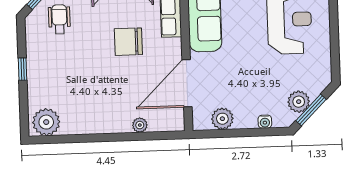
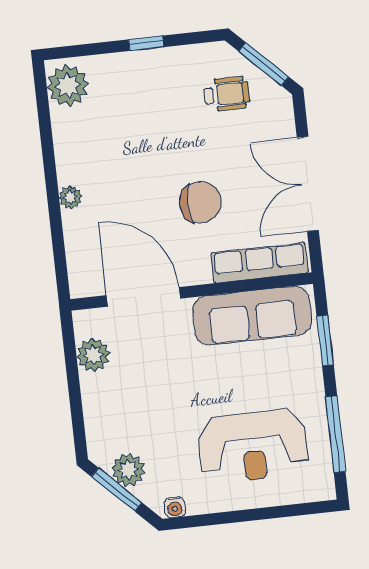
chair: (128, 42) -> (200, 202), turned 90
water cooler: (265, 122) -> (175, 507), moved, turned -90
plant: (140, 125) -> (70, 197), moved

